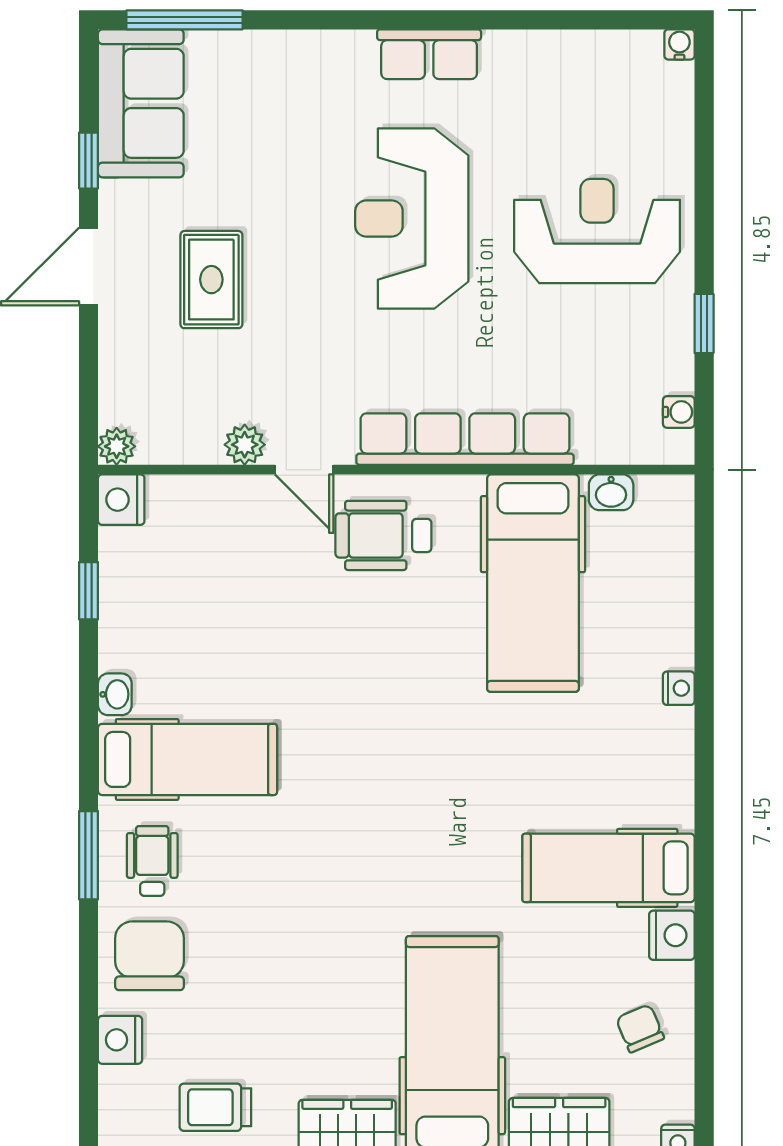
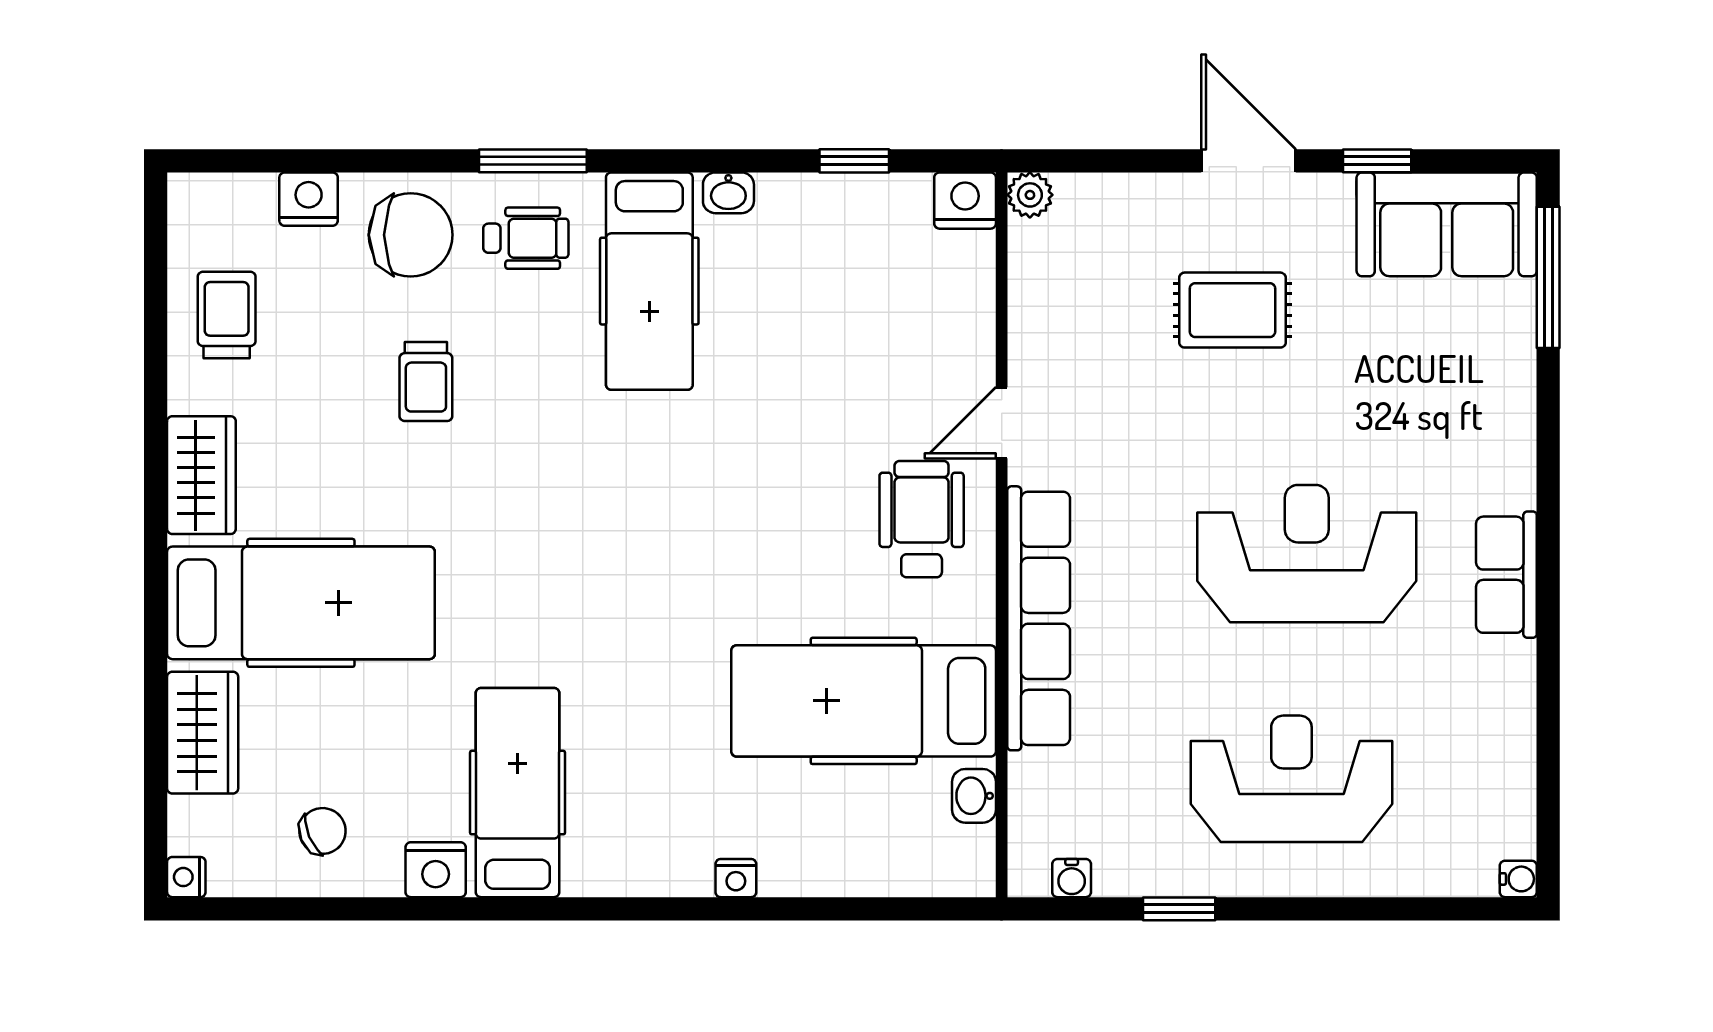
reception desk: (597, 231) -> (1291, 779), turned -90
plant: (245, 445) -> (1032, 351), removed
trolley: (270, 943) -> (426, 382), added

